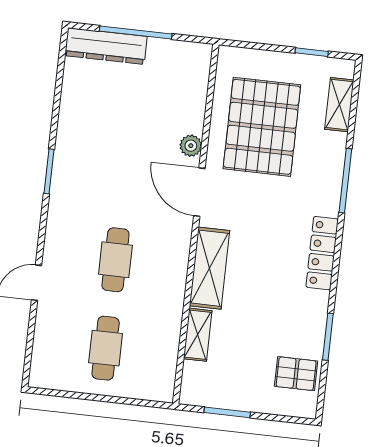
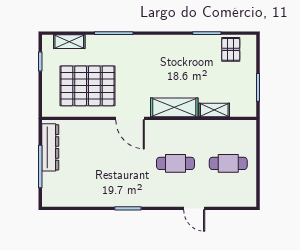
dresser: (106, 46) -> (50, 147), moved
plant: (191, 146) -> (103, 127), removed
door: (199, 192) -> (130, 118), hinge flipped
locker: (322, 253) -> (158, 42), removed

